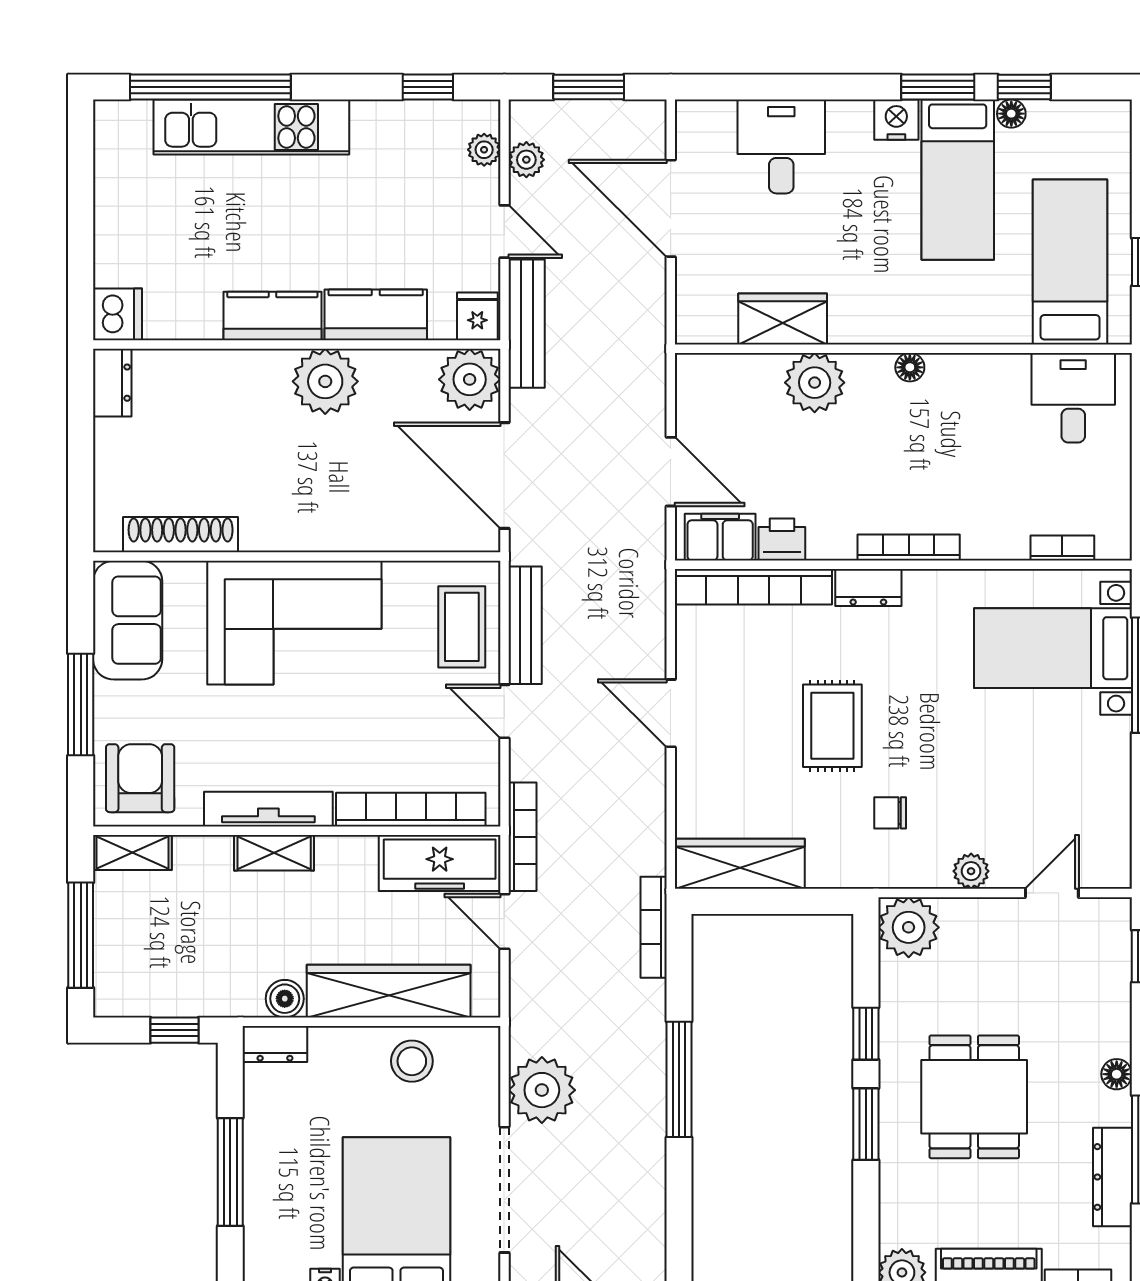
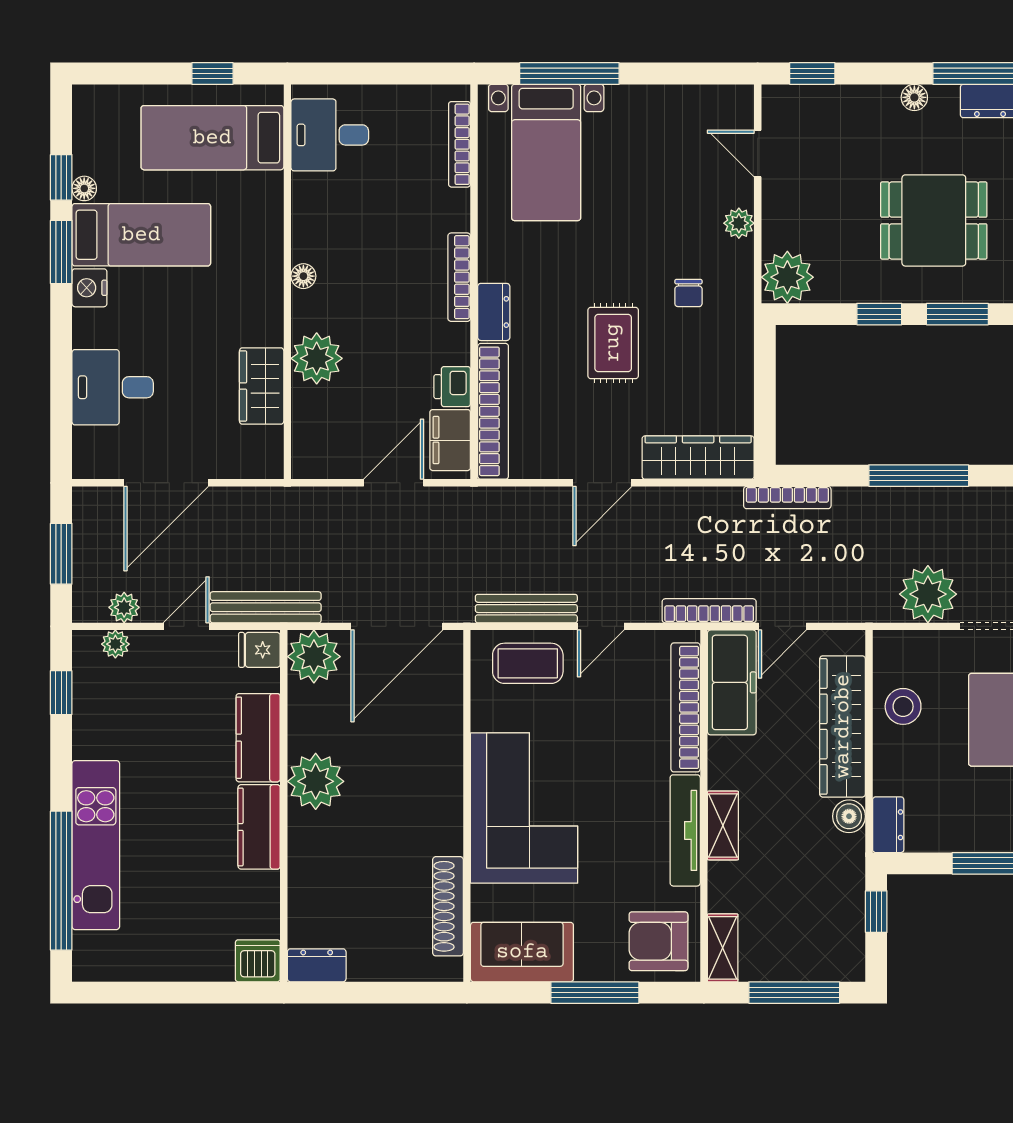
bookcase: (1062, 548) -> (460, 144), width x1.56
rug: (832, 726) -> (613, 343), turned 90
wardrobe: (740, 864) -> (698, 458), moved, turned 90

